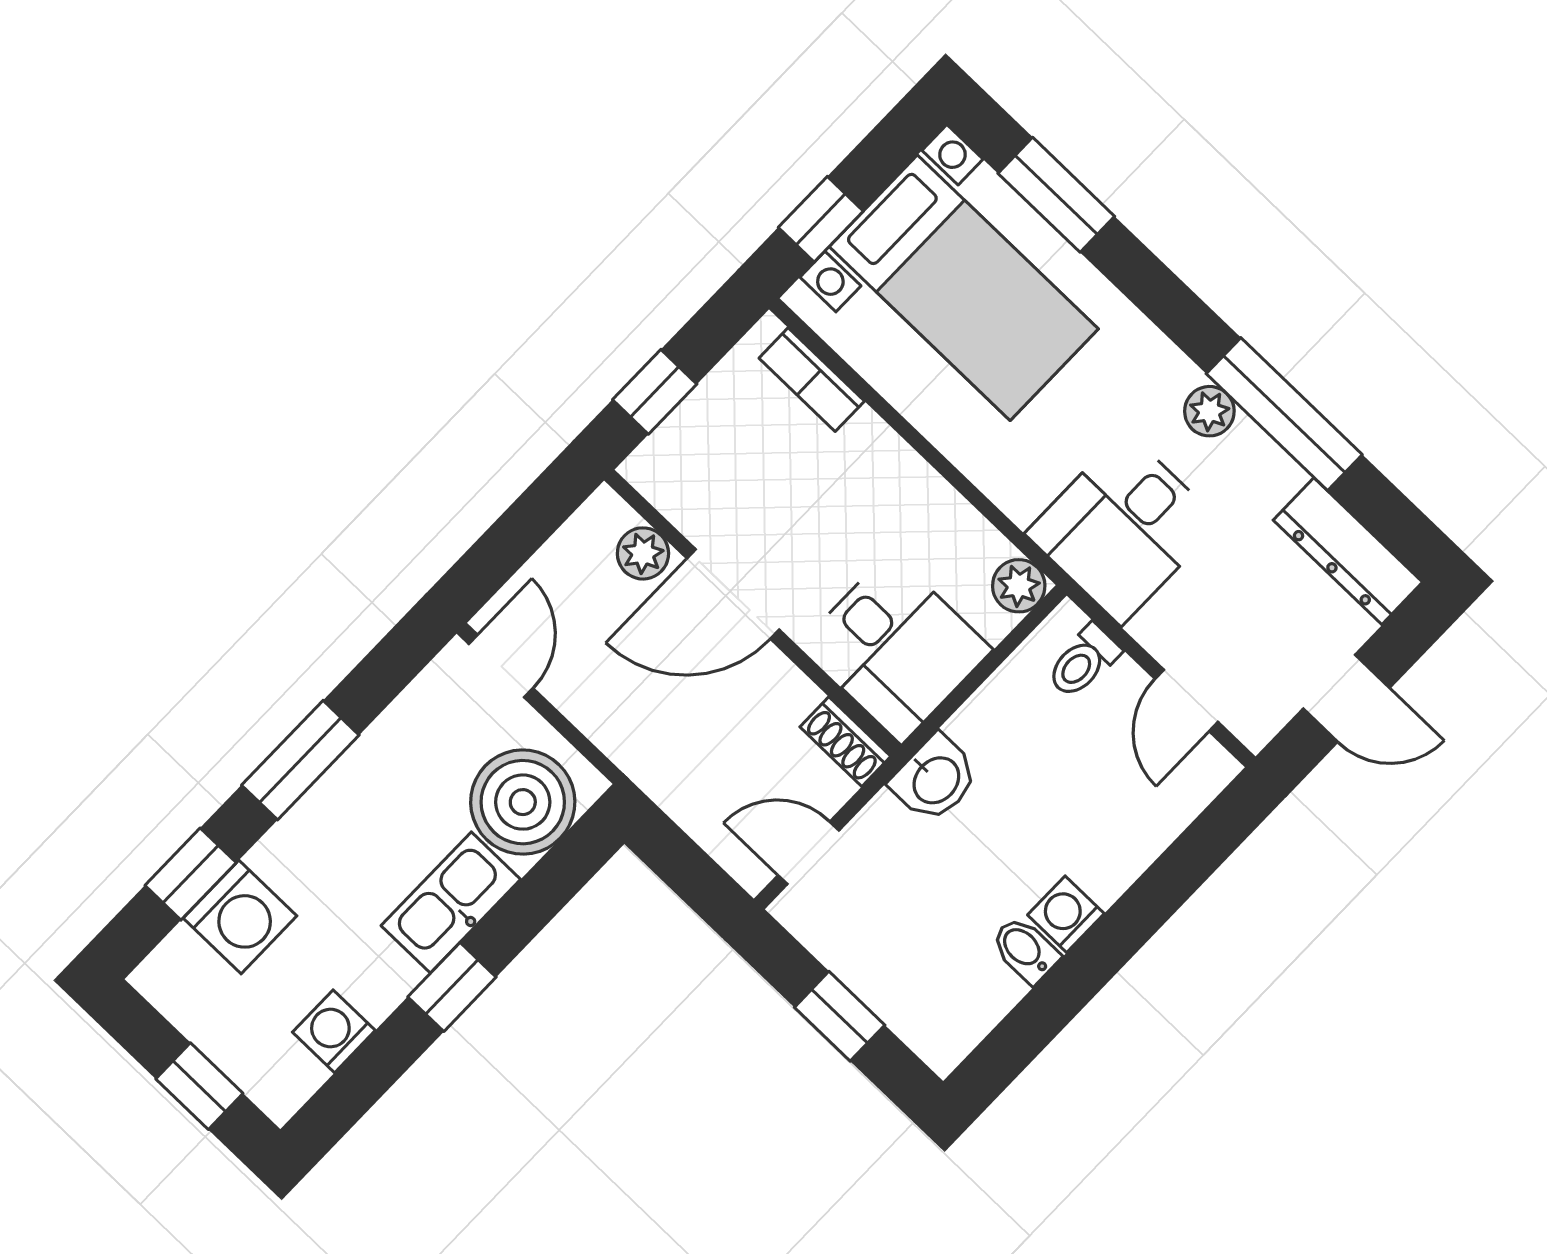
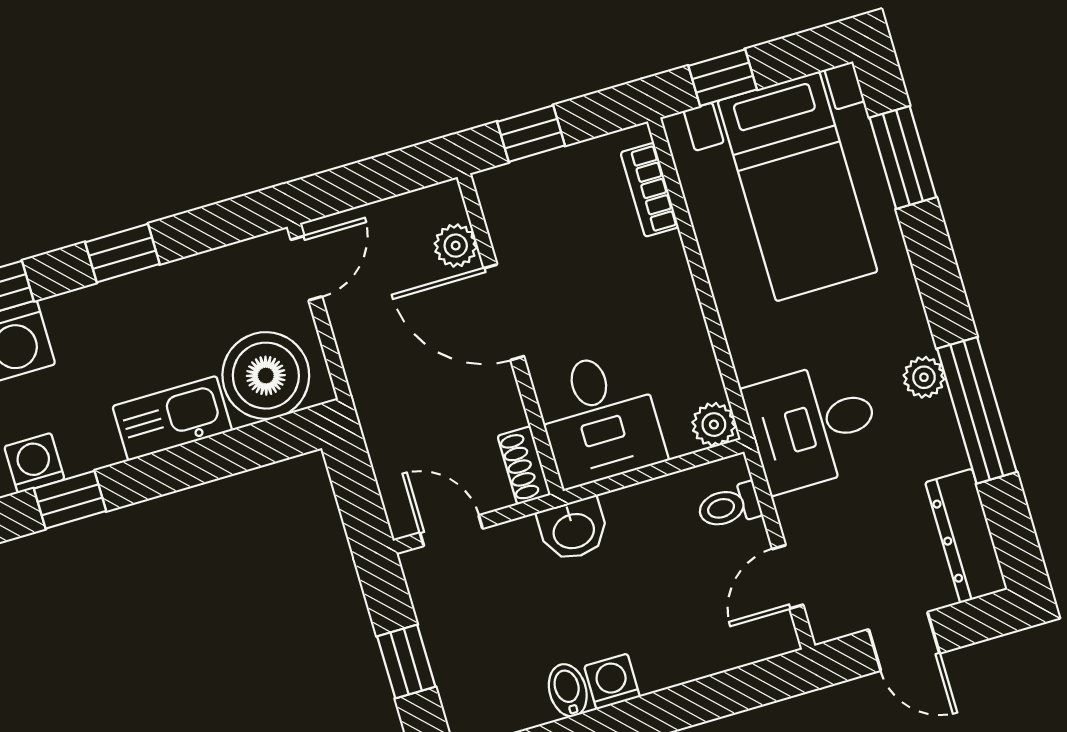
window: (300, 760) -> (122, 253), width x0.67
window: (452, 987) -> (70, 500), moved

